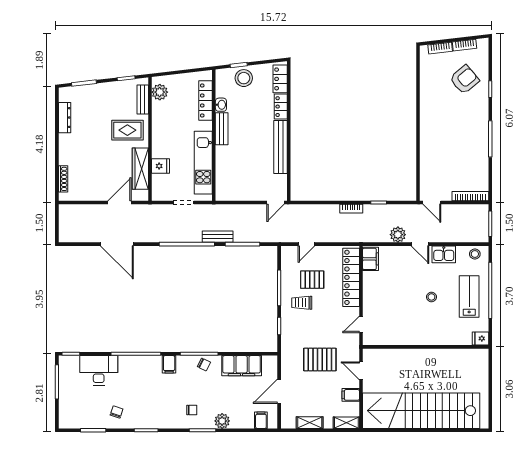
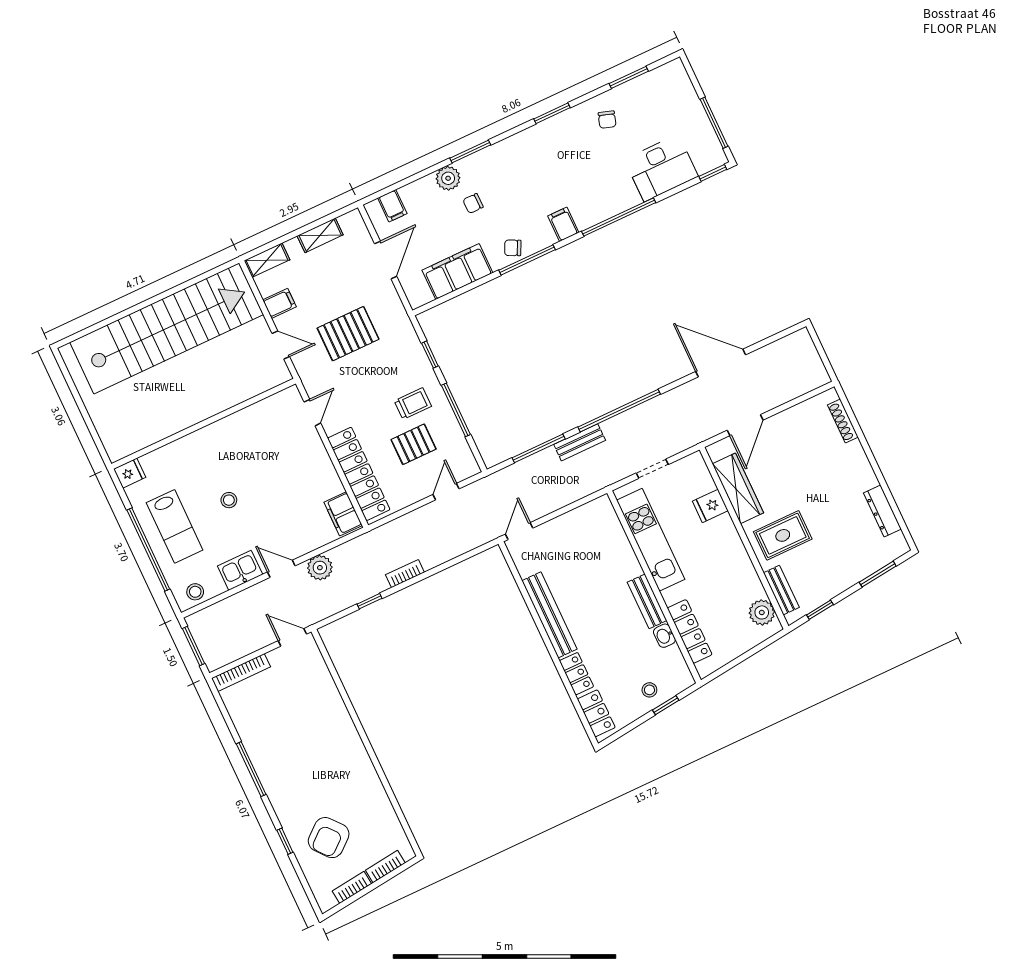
stool: (244, 78) -> (649, 690), width x0.53, depth x0.53
chair: (192, 410) -> (473, 203), moved

